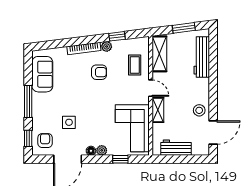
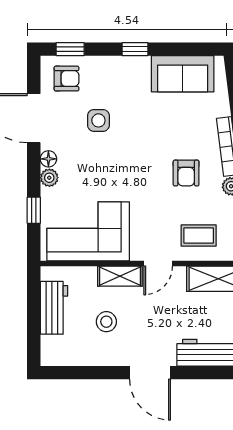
window: (28, 101) -> (135, 49), width x0.46
stool: (199, 110) -> (106, 322), moved
door: (213, 133) -> (150, 373), moved

